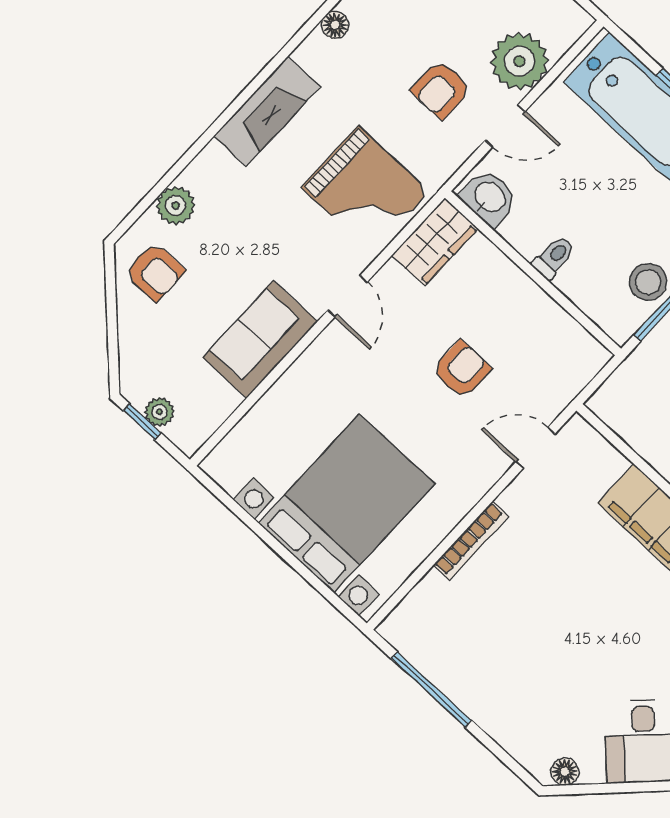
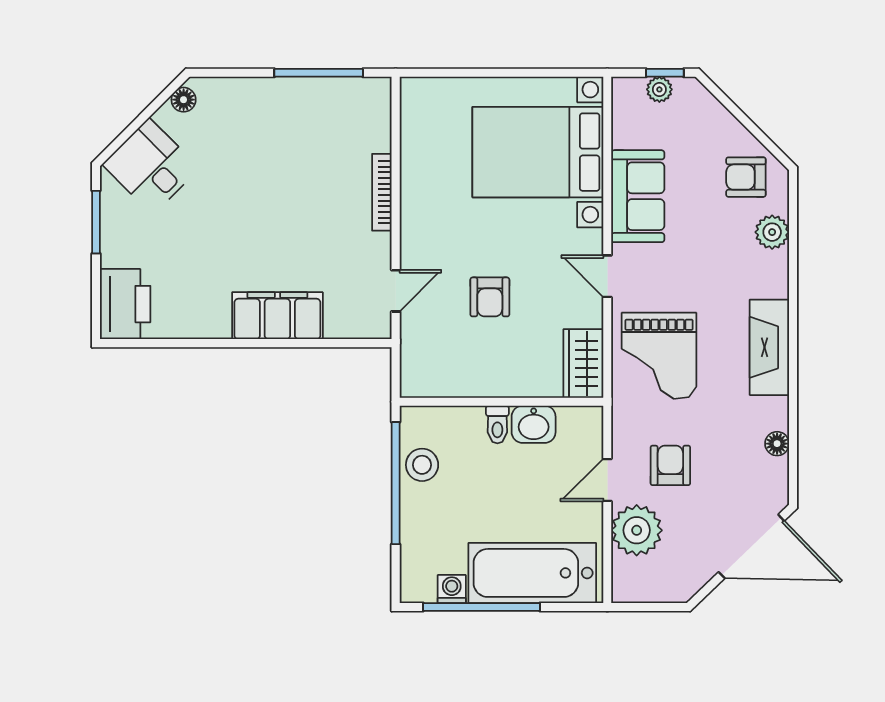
grand piano: (366, 190) -> (659, 356), turned -90
washbasin: (489, 198) -> (534, 424), moved
bed with nightstands: (347, 503) -> (538, 152), moved, turned 90

